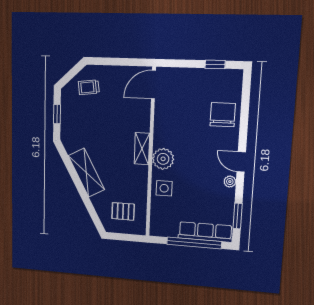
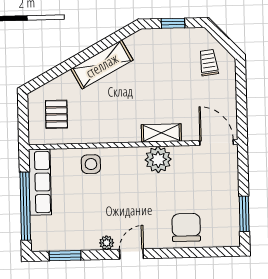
window: (215, 64) -> (244, 214), width x1.50
chair: (223, 115) -> (186, 227), turned -90
shelving: (142, 149) -> (161, 133), moved
plant: (163, 159) -> (158, 160), moved
row of seats: (205, 232) -> (40, 182), moved

